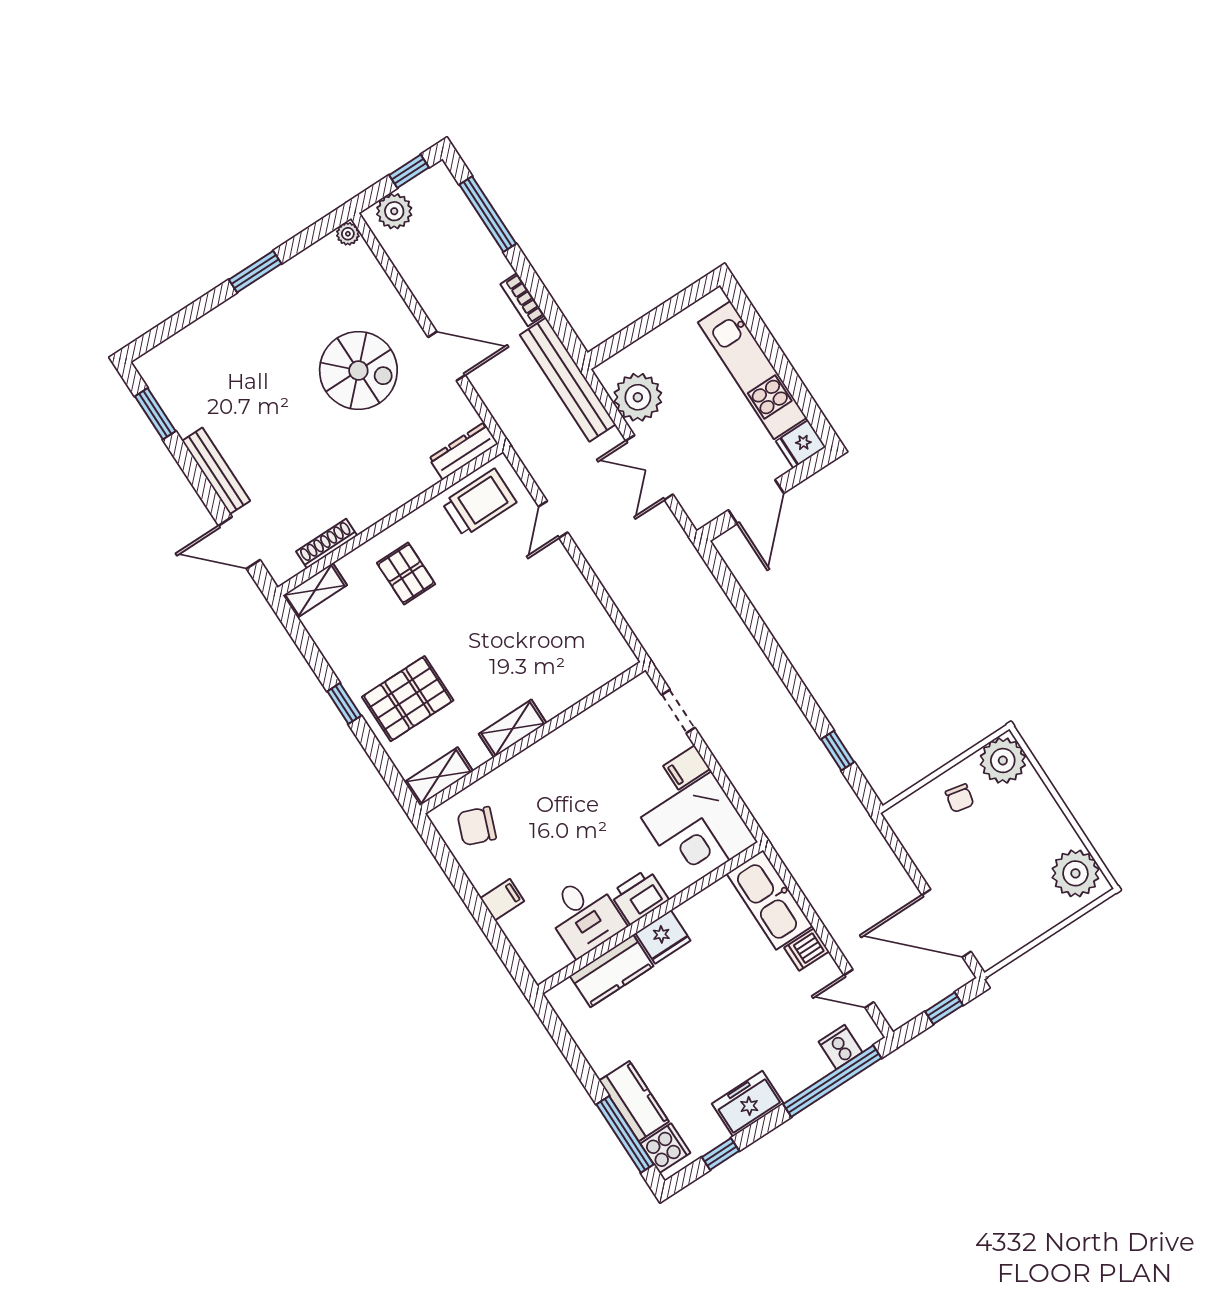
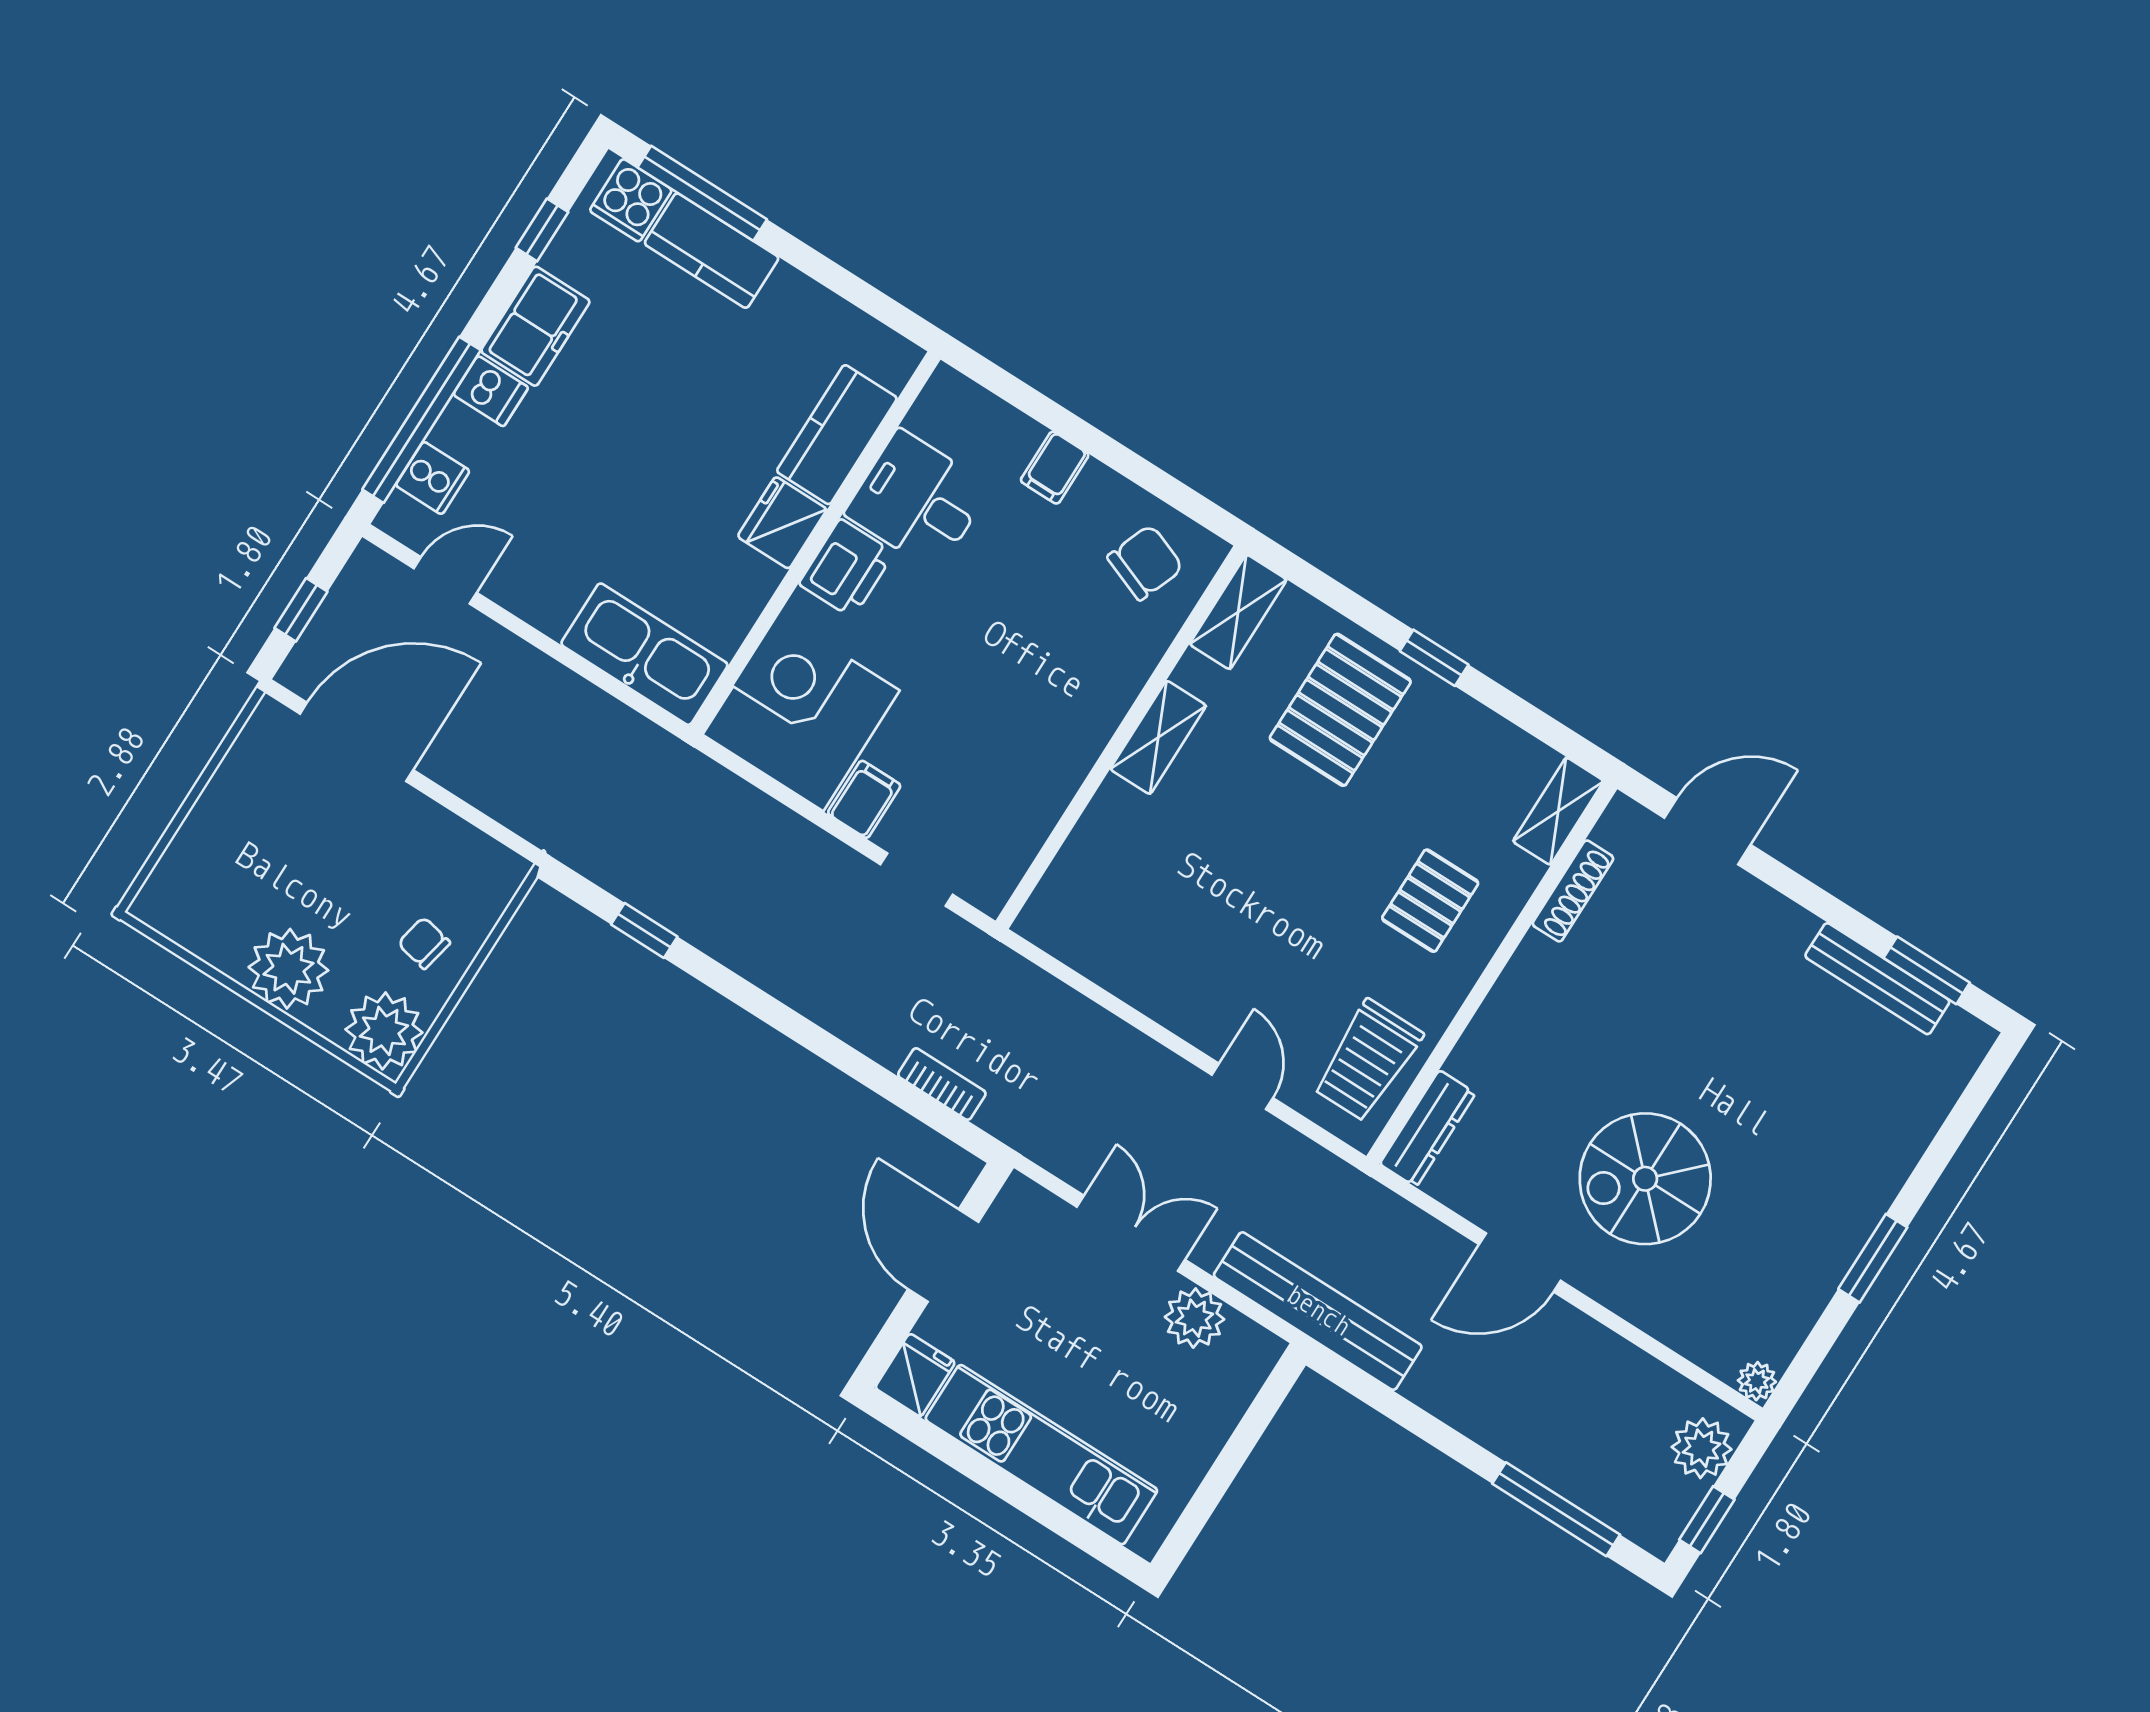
bookcase: (523, 300) -> (942, 1084), moved
plant: (638, 397) -> (1194, 1318), width x0.73, depth x0.73
bench: (216, 471) -> (1877, 979), moved
pallet: (406, 573) -> (1430, 901), turned 90
plant: (1075, 873) -> (288, 969), moved
dishwasher: (807, 949) -> (491, 391), moved, turned 90

